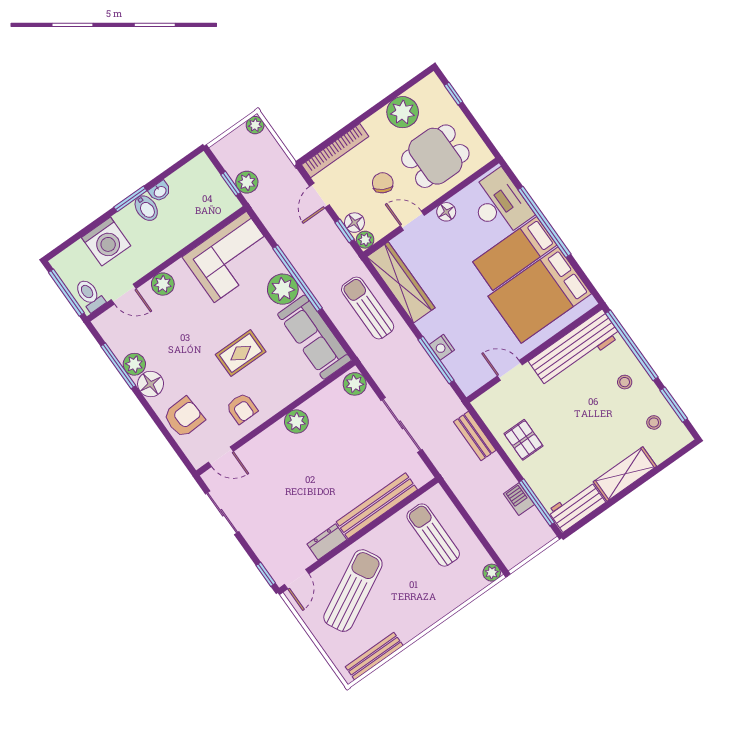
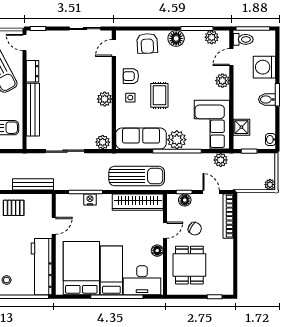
plant: (403, 112) -> (224, 264), removed
plant: (247, 182) -> (221, 160), moved
washbasin: (160, 191) -> (271, 140), moved
shower: (206, 216) -> (241, 127), added
plant: (365, 240) -> (172, 199), removed
sun lounger: (368, 308) -> (137, 176), width x1.36, depth x1.34
plant: (134, 364) -> (212, 37), moved
side table: (271, 389) -> (130, 98), added
bench: (475, 436) -> (33, 184), width x1.36

